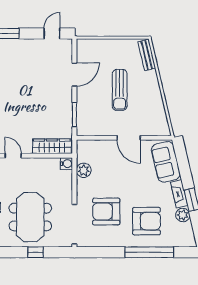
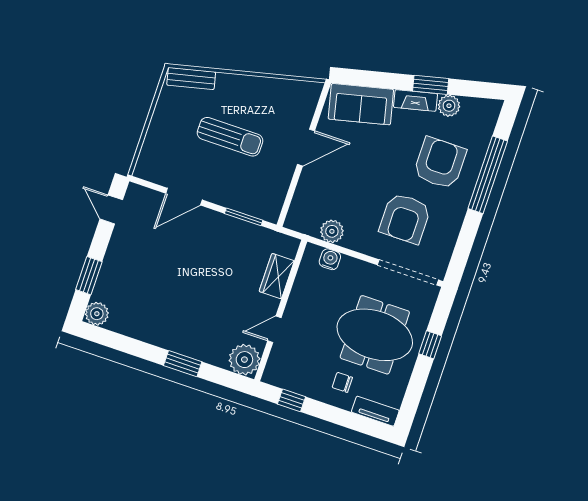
door: (74, 74) -> (184, 197), swing flipped
wardrobe: (52, 146) -> (277, 276), width x0.67
water cooler: (66, 164) -> (330, 259), moved

